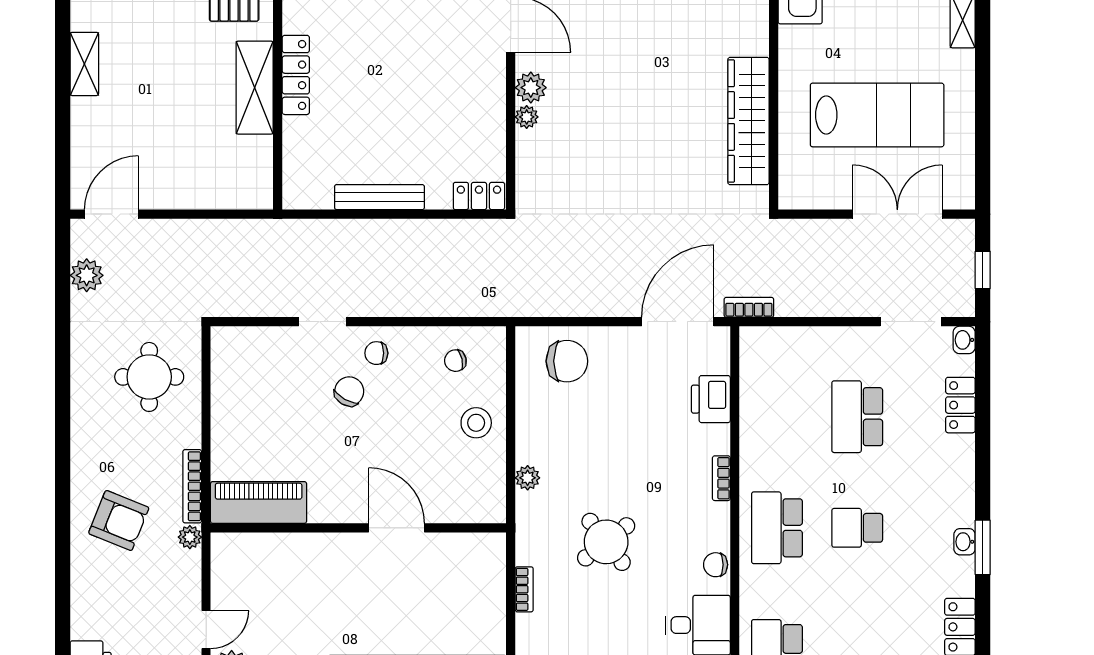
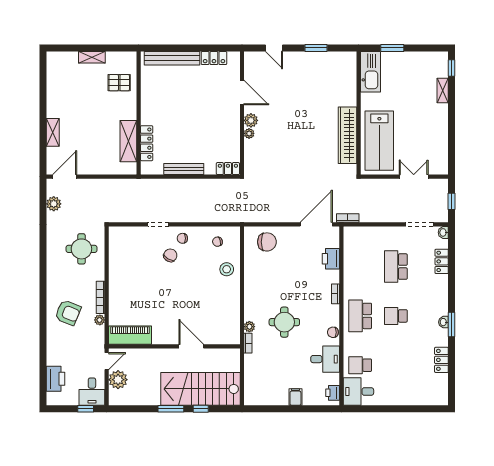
shelving: (84, 64) -> (53, 132), moved
locker: (296, 75) -> (147, 143), moved
shelving: (255, 88) -> (128, 141), moved
lab bench: (877, 115) -> (379, 141), moved, turned 90
double door: (897, 214) -> (414, 177), width x0.73
plant: (528, 478) -> (249, 327), moved
piano: (259, 502) -> (130, 335), moved
wall: (358, 528) -> (174, 346), moved
door: (397, 528) -> (191, 346), moved
round table: (606, 542) -> (284, 322), turned 38

